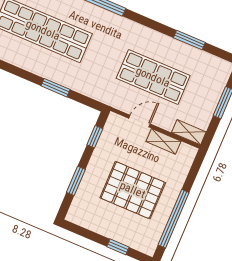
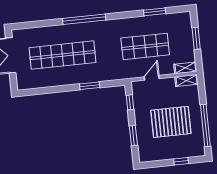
shelving: (164, 141) -> (186, 81), moved

